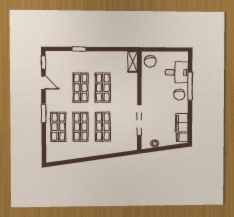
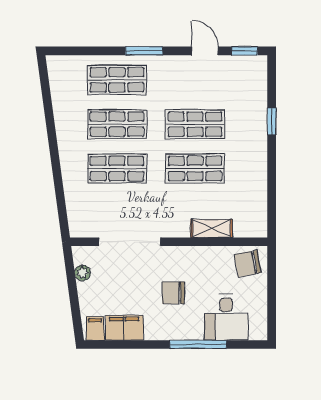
shelving: (133, 62) -> (212, 228), moved
door: (43, 83) -> (205, 51), swing flipped
chair: (179, 95) -> (173, 293), moved

